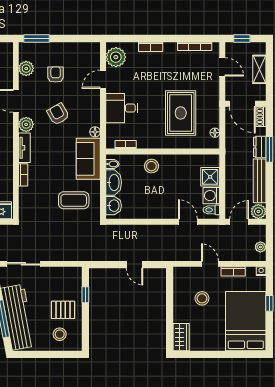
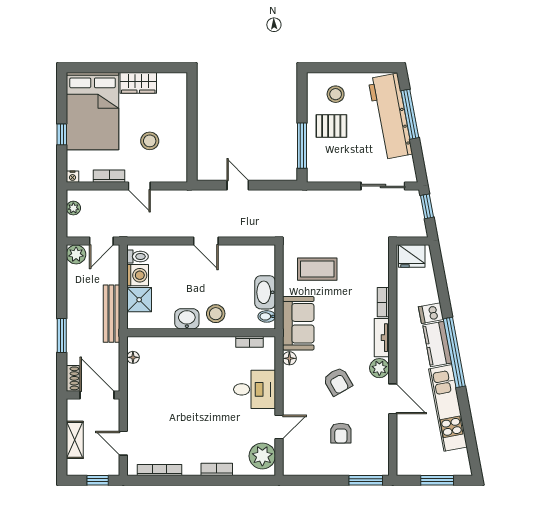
plant: (26, 68) -> (379, 441), removed
rug: (181, 113) -> (178, 383), removed
dresser: (260, 147) -> (74, 339), removed
bench: (260, 181) -> (111, 314), moved
washbasin: (114, 206) -> (187, 319), moved, turned 90
door: (188, 222) -> (206, 241), moved
window: (85, 295) -> (302, 146), width x2.17
wardrobe: (181, 337) -> (138, 83), moved, turned -90

